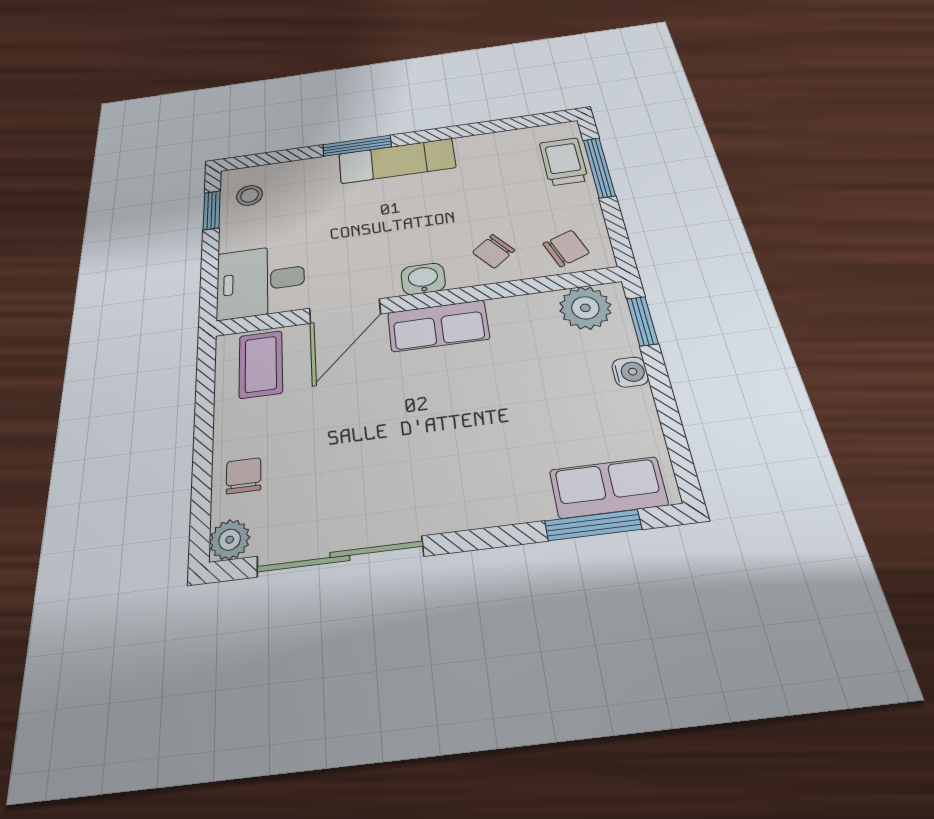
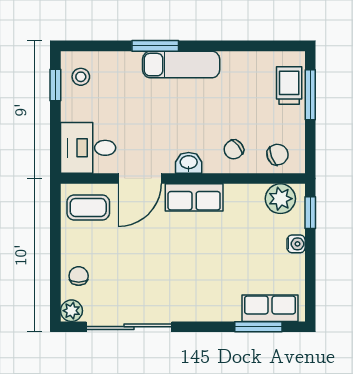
coffee table: (261, 364) -> (88, 207), turned 90

